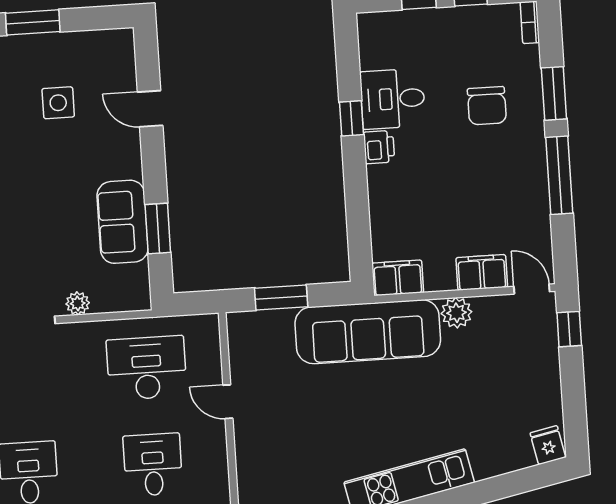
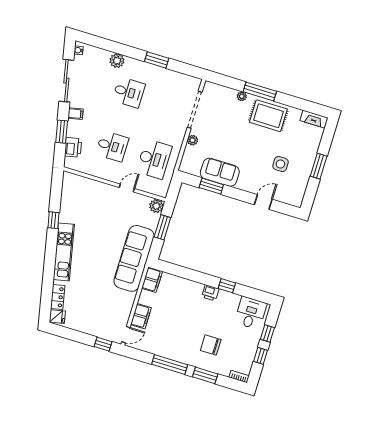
desk: (393, 99) -> (251, 313), moved
plant: (456, 313) -> (156, 206), moved
locker: (507, 460) -> (58, 297), added

